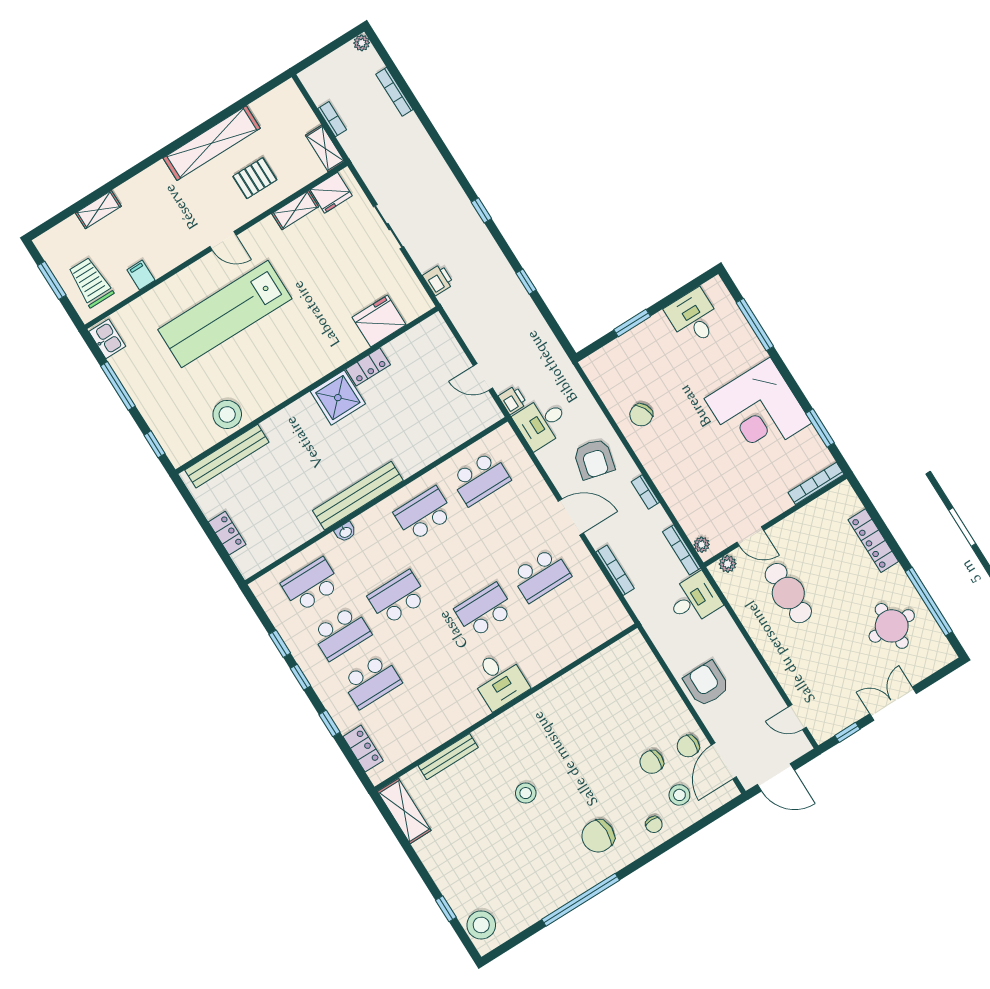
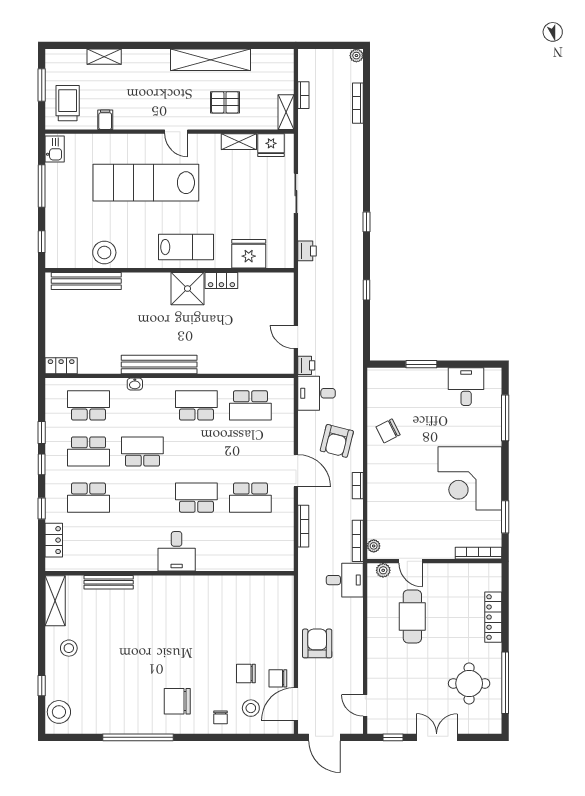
lab bench: (309, 355) -> (186, 247), added
locker: (227, 533) -> (61, 366), moved, turned -90
stool: (526, 793) -> (69, 648), moved

